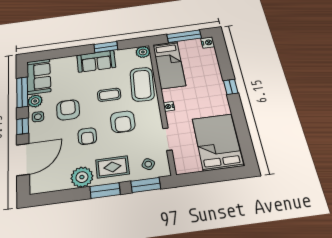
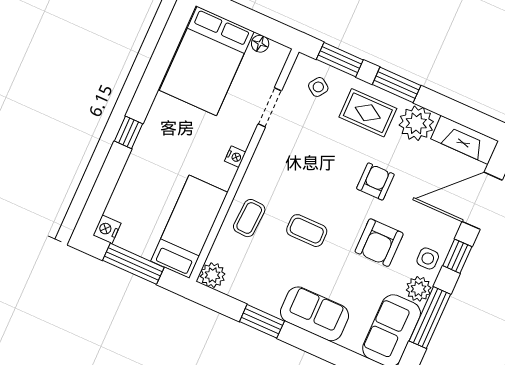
sofa: (96, 61) -> (314, 314), moved
coffee table: (142, 84) -> (249, 218), width x0.54, depth x0.58
armchair: (123, 122) -> (314, 173), removed
floor lamp: (195, 167) -> (260, 44), added
fireplace: (49, 184) -> (465, 140), added

